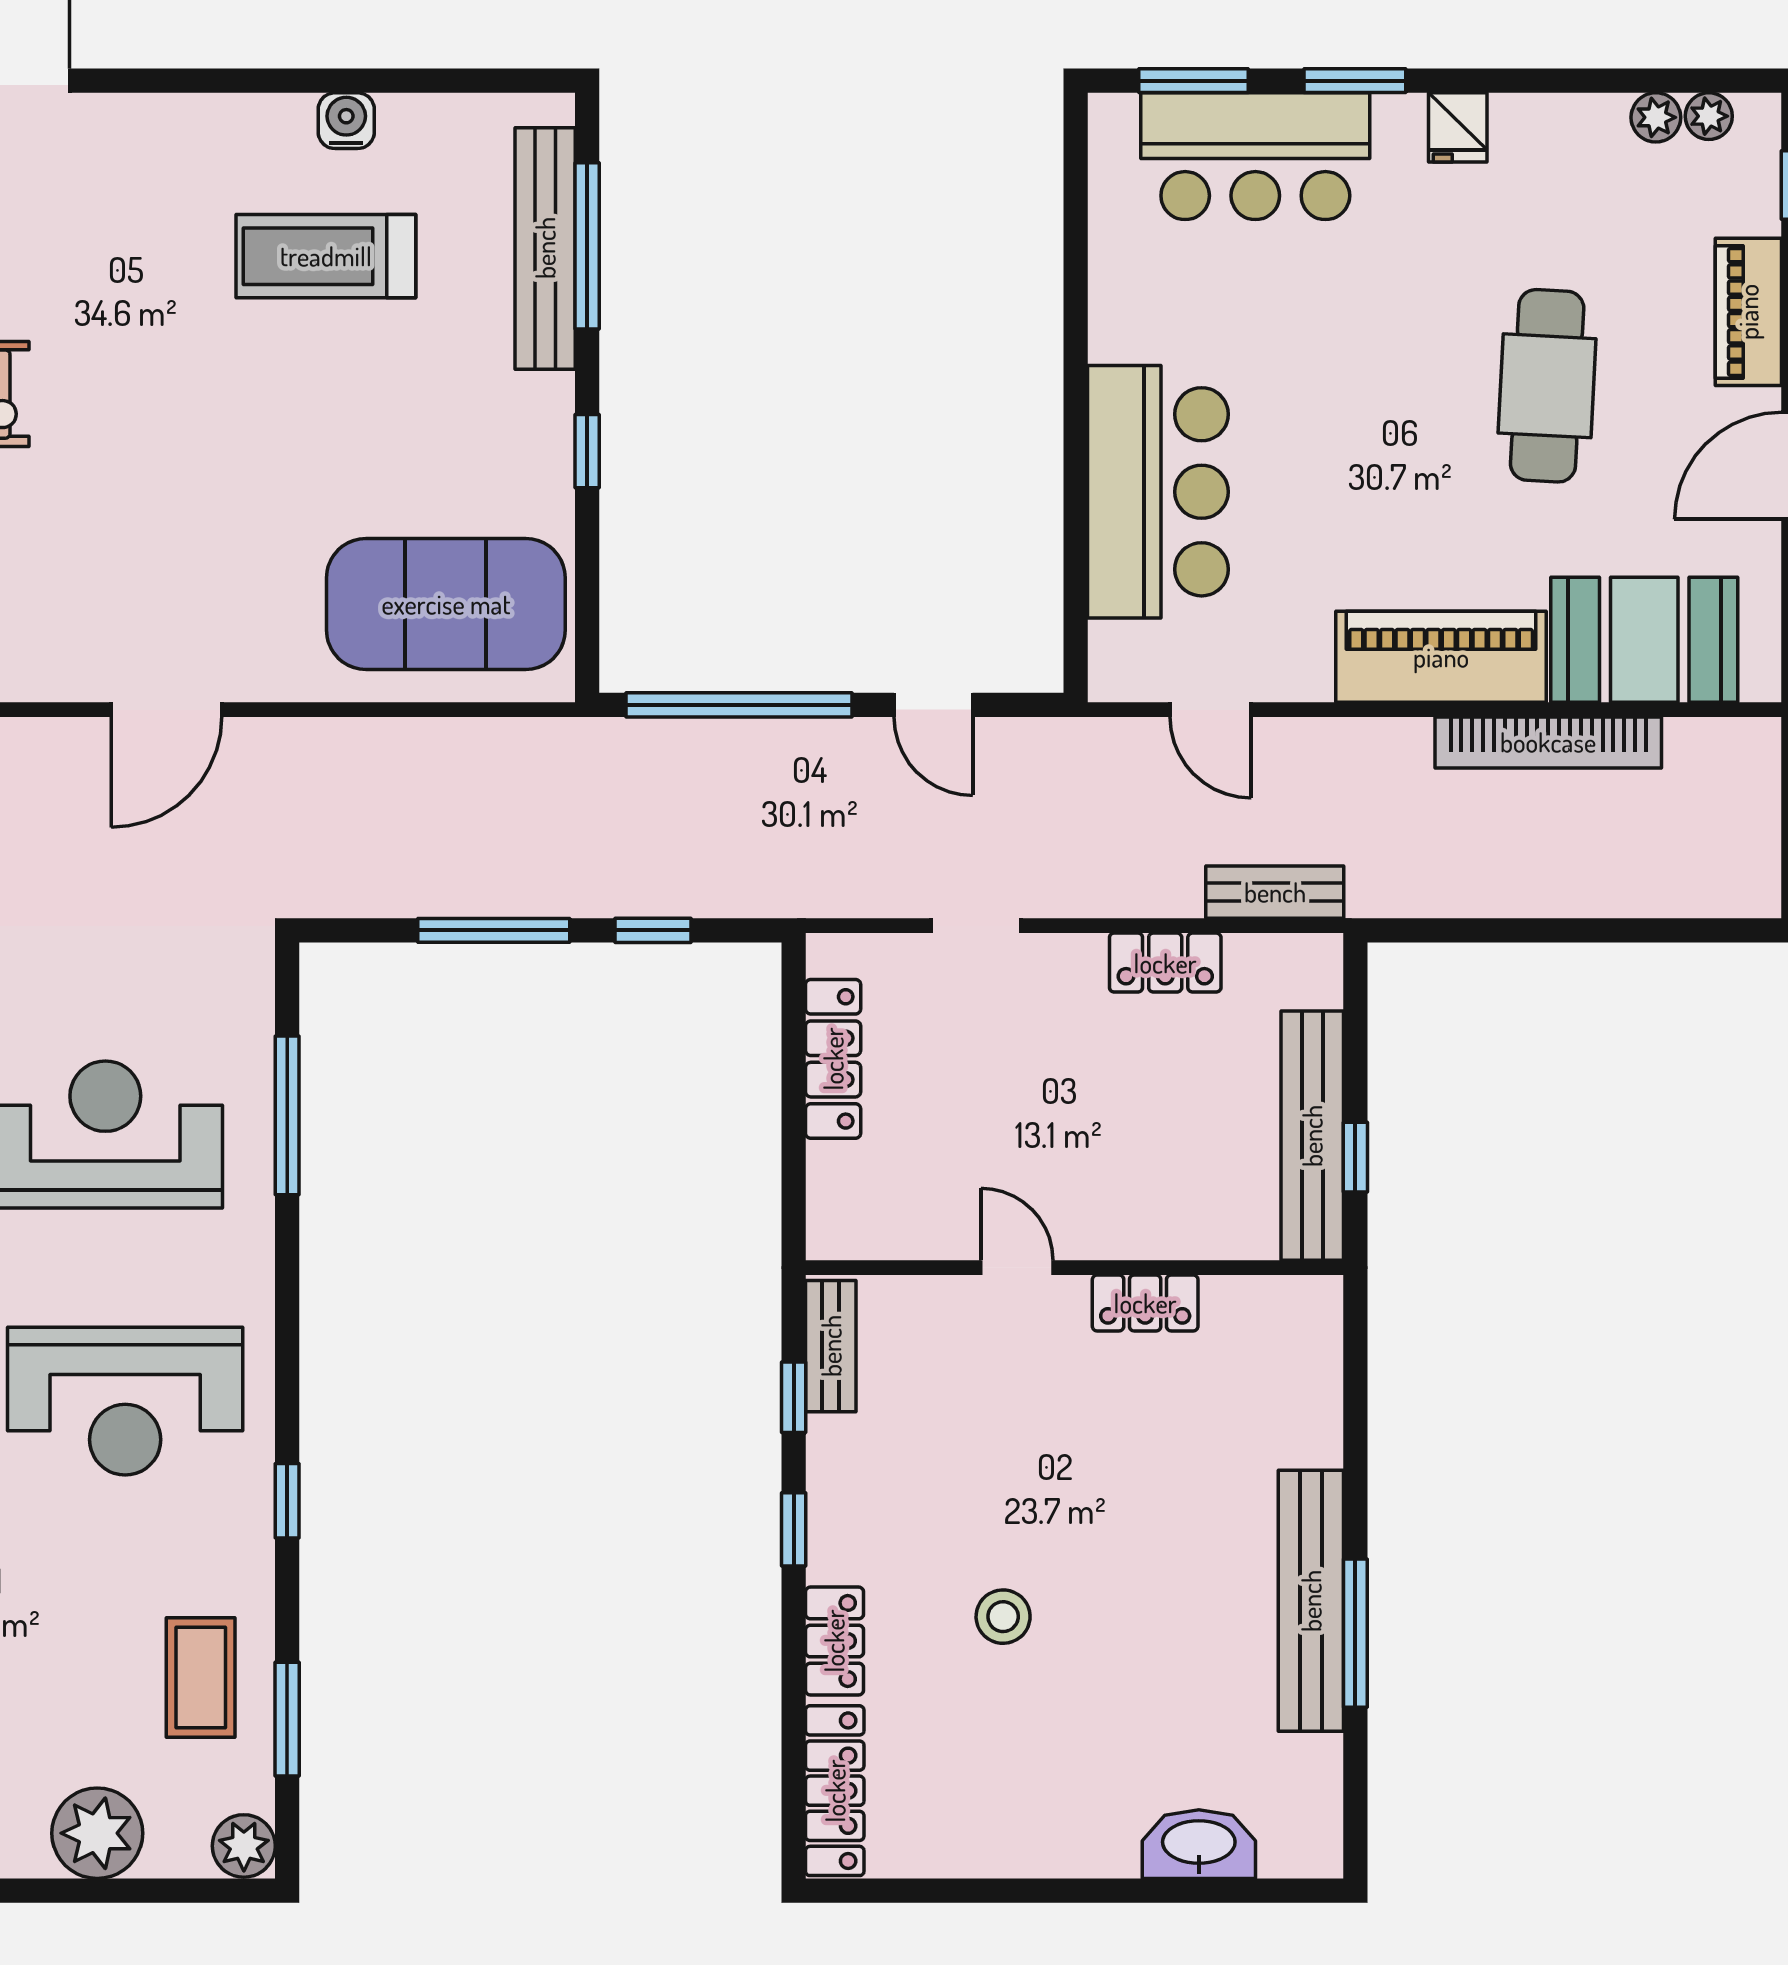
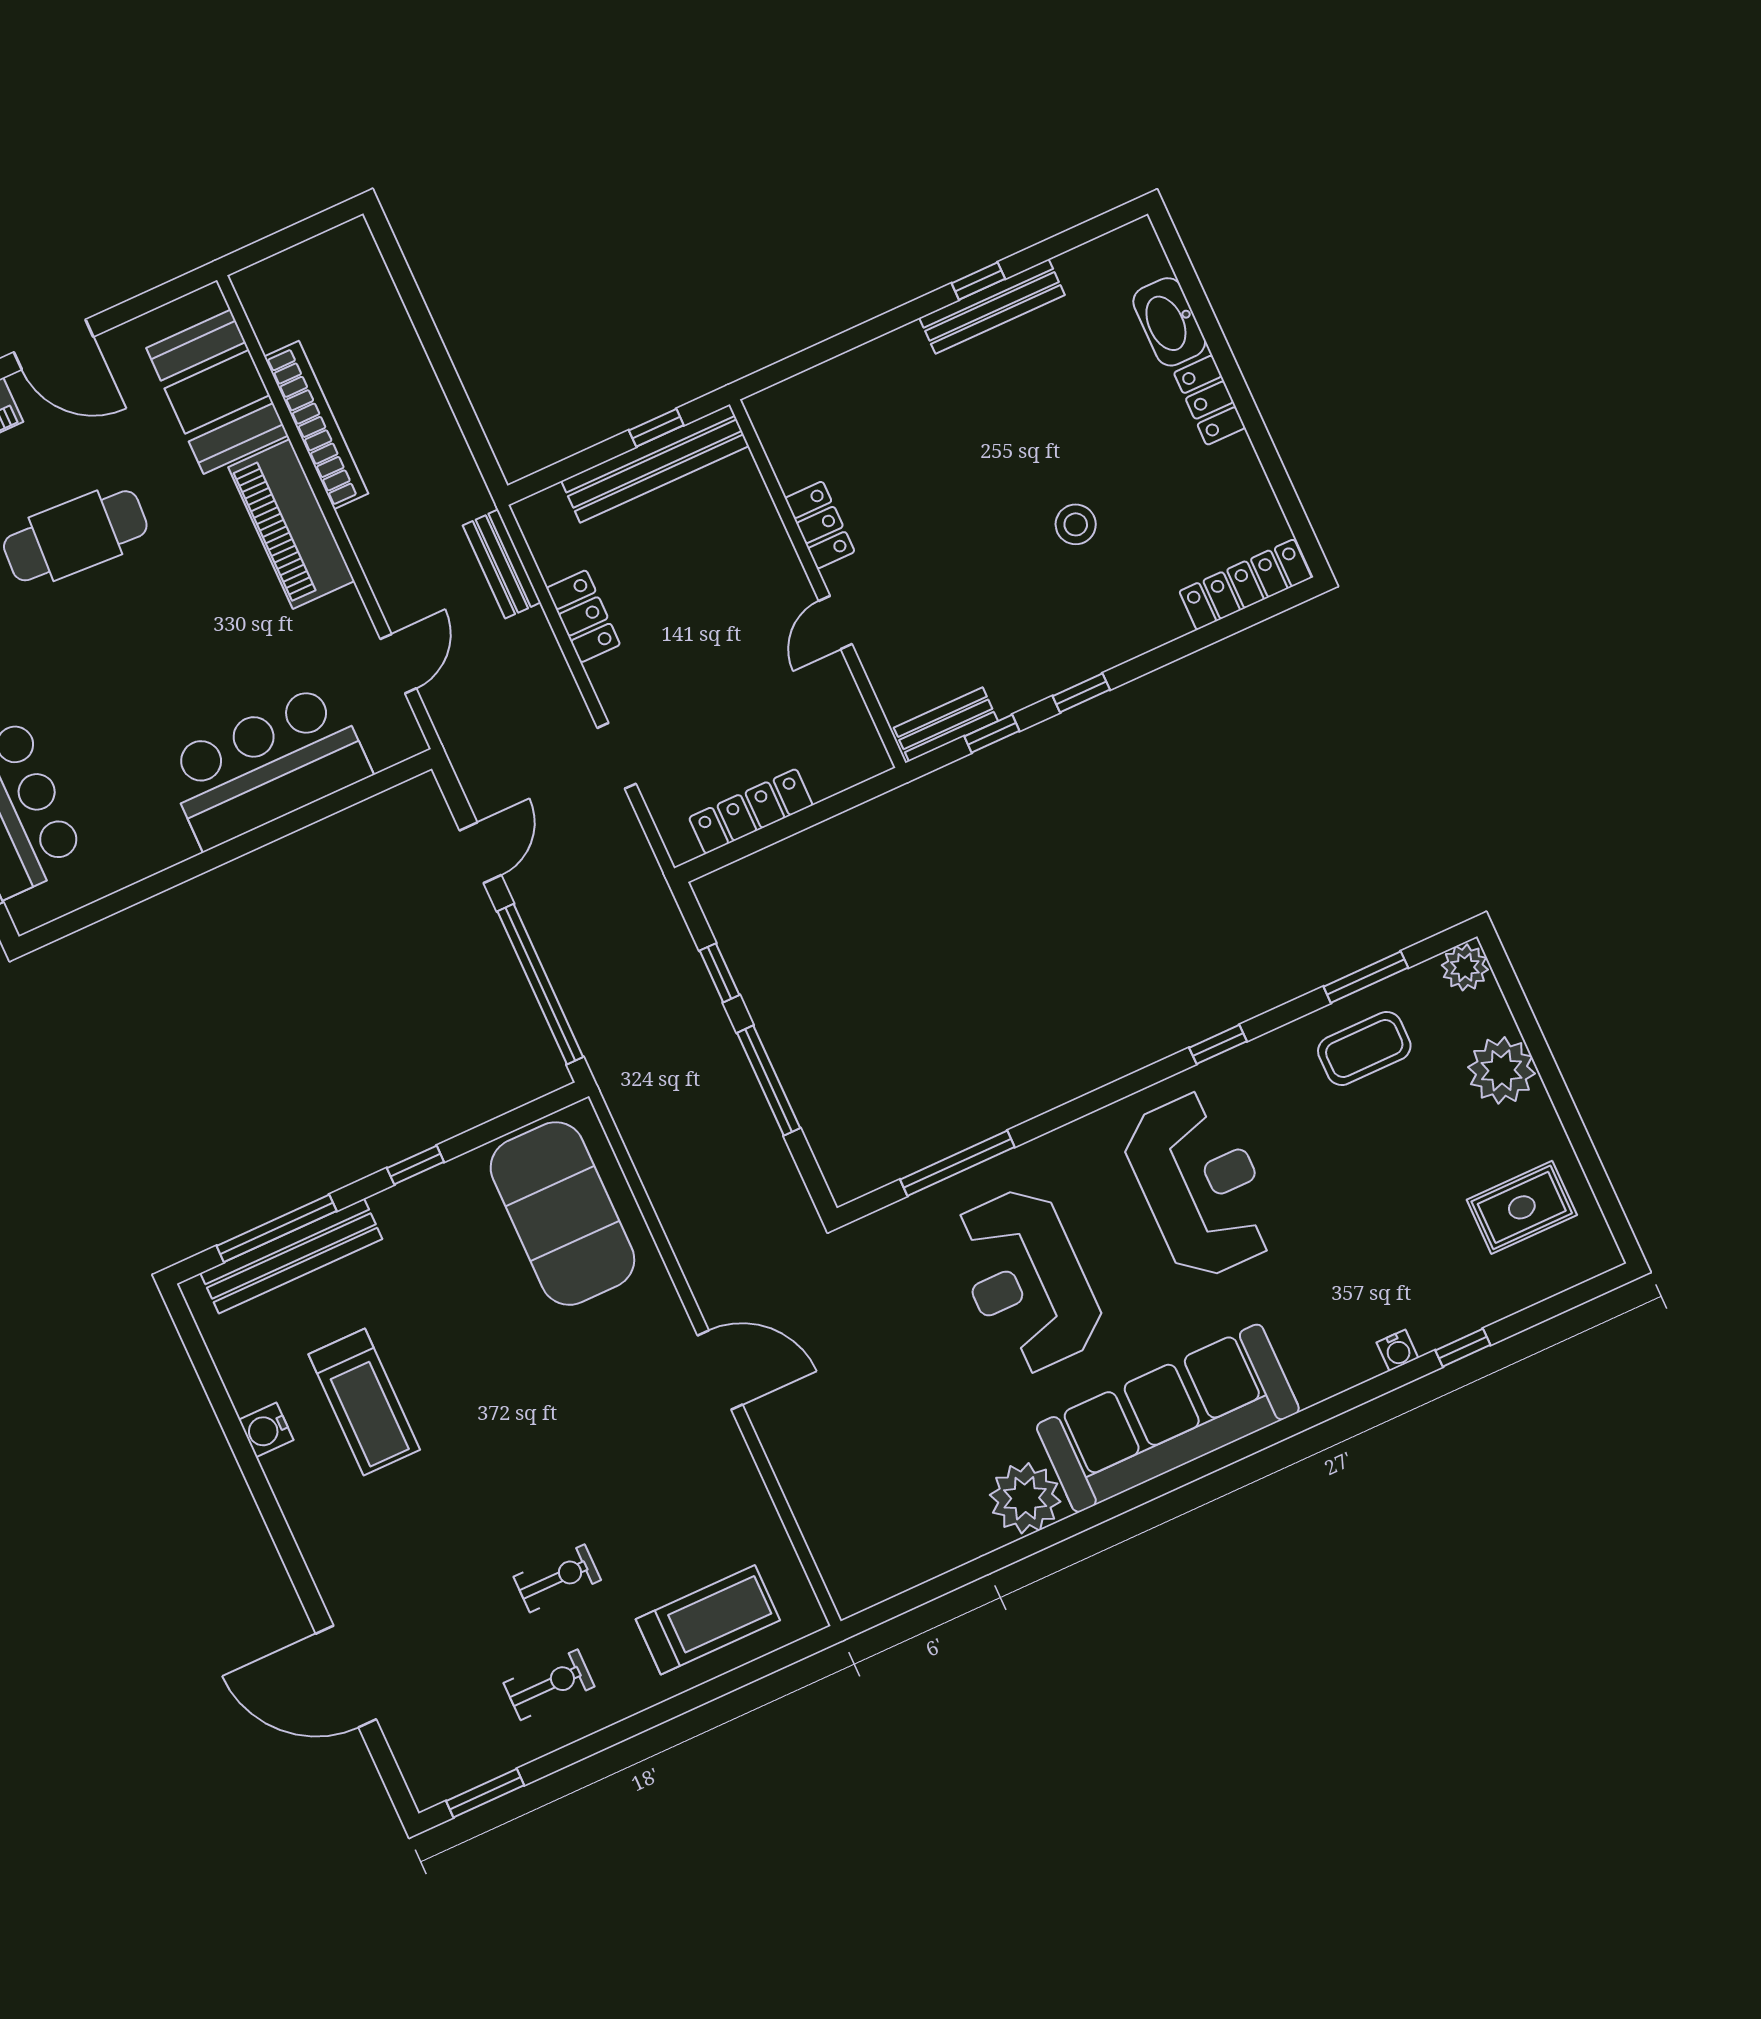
bench: (1311, 1601) -> (992, 306), width x0.73, depth x0.82
window: (1355, 1633) -> (978, 281), width x0.46
locker: (834, 1641) -> (1210, 400), moved, turned -90

